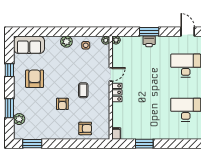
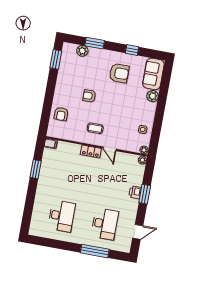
plant: (66, 42) -> (153, 96), moved
coffee table: (83, 90) -> (95, 128), moved

